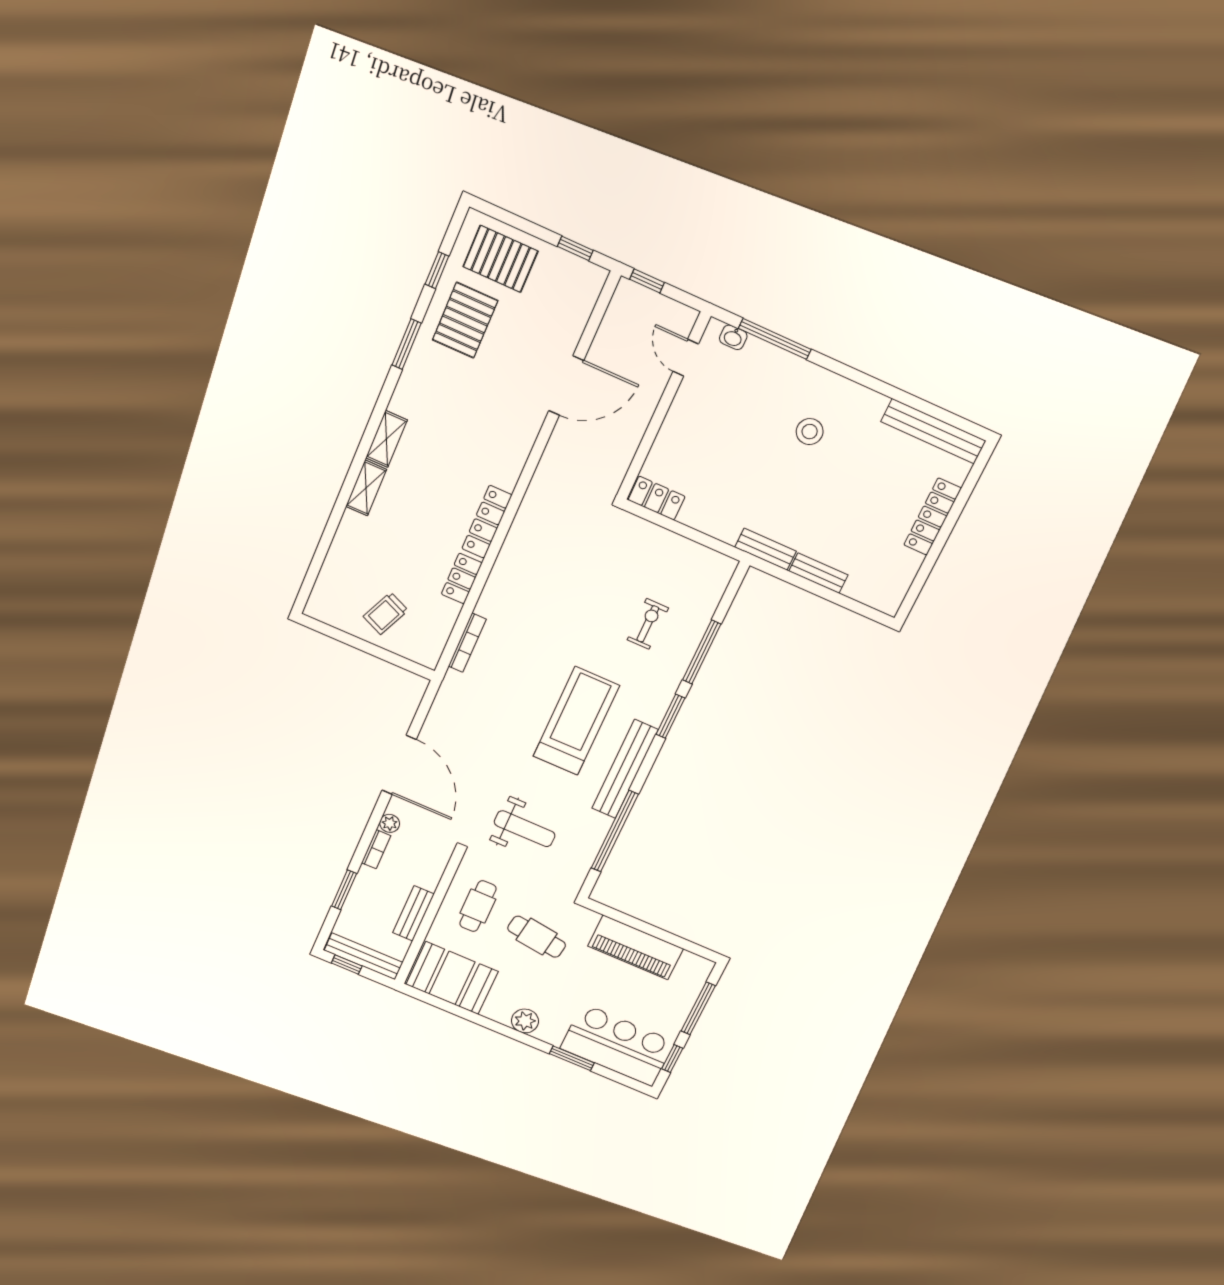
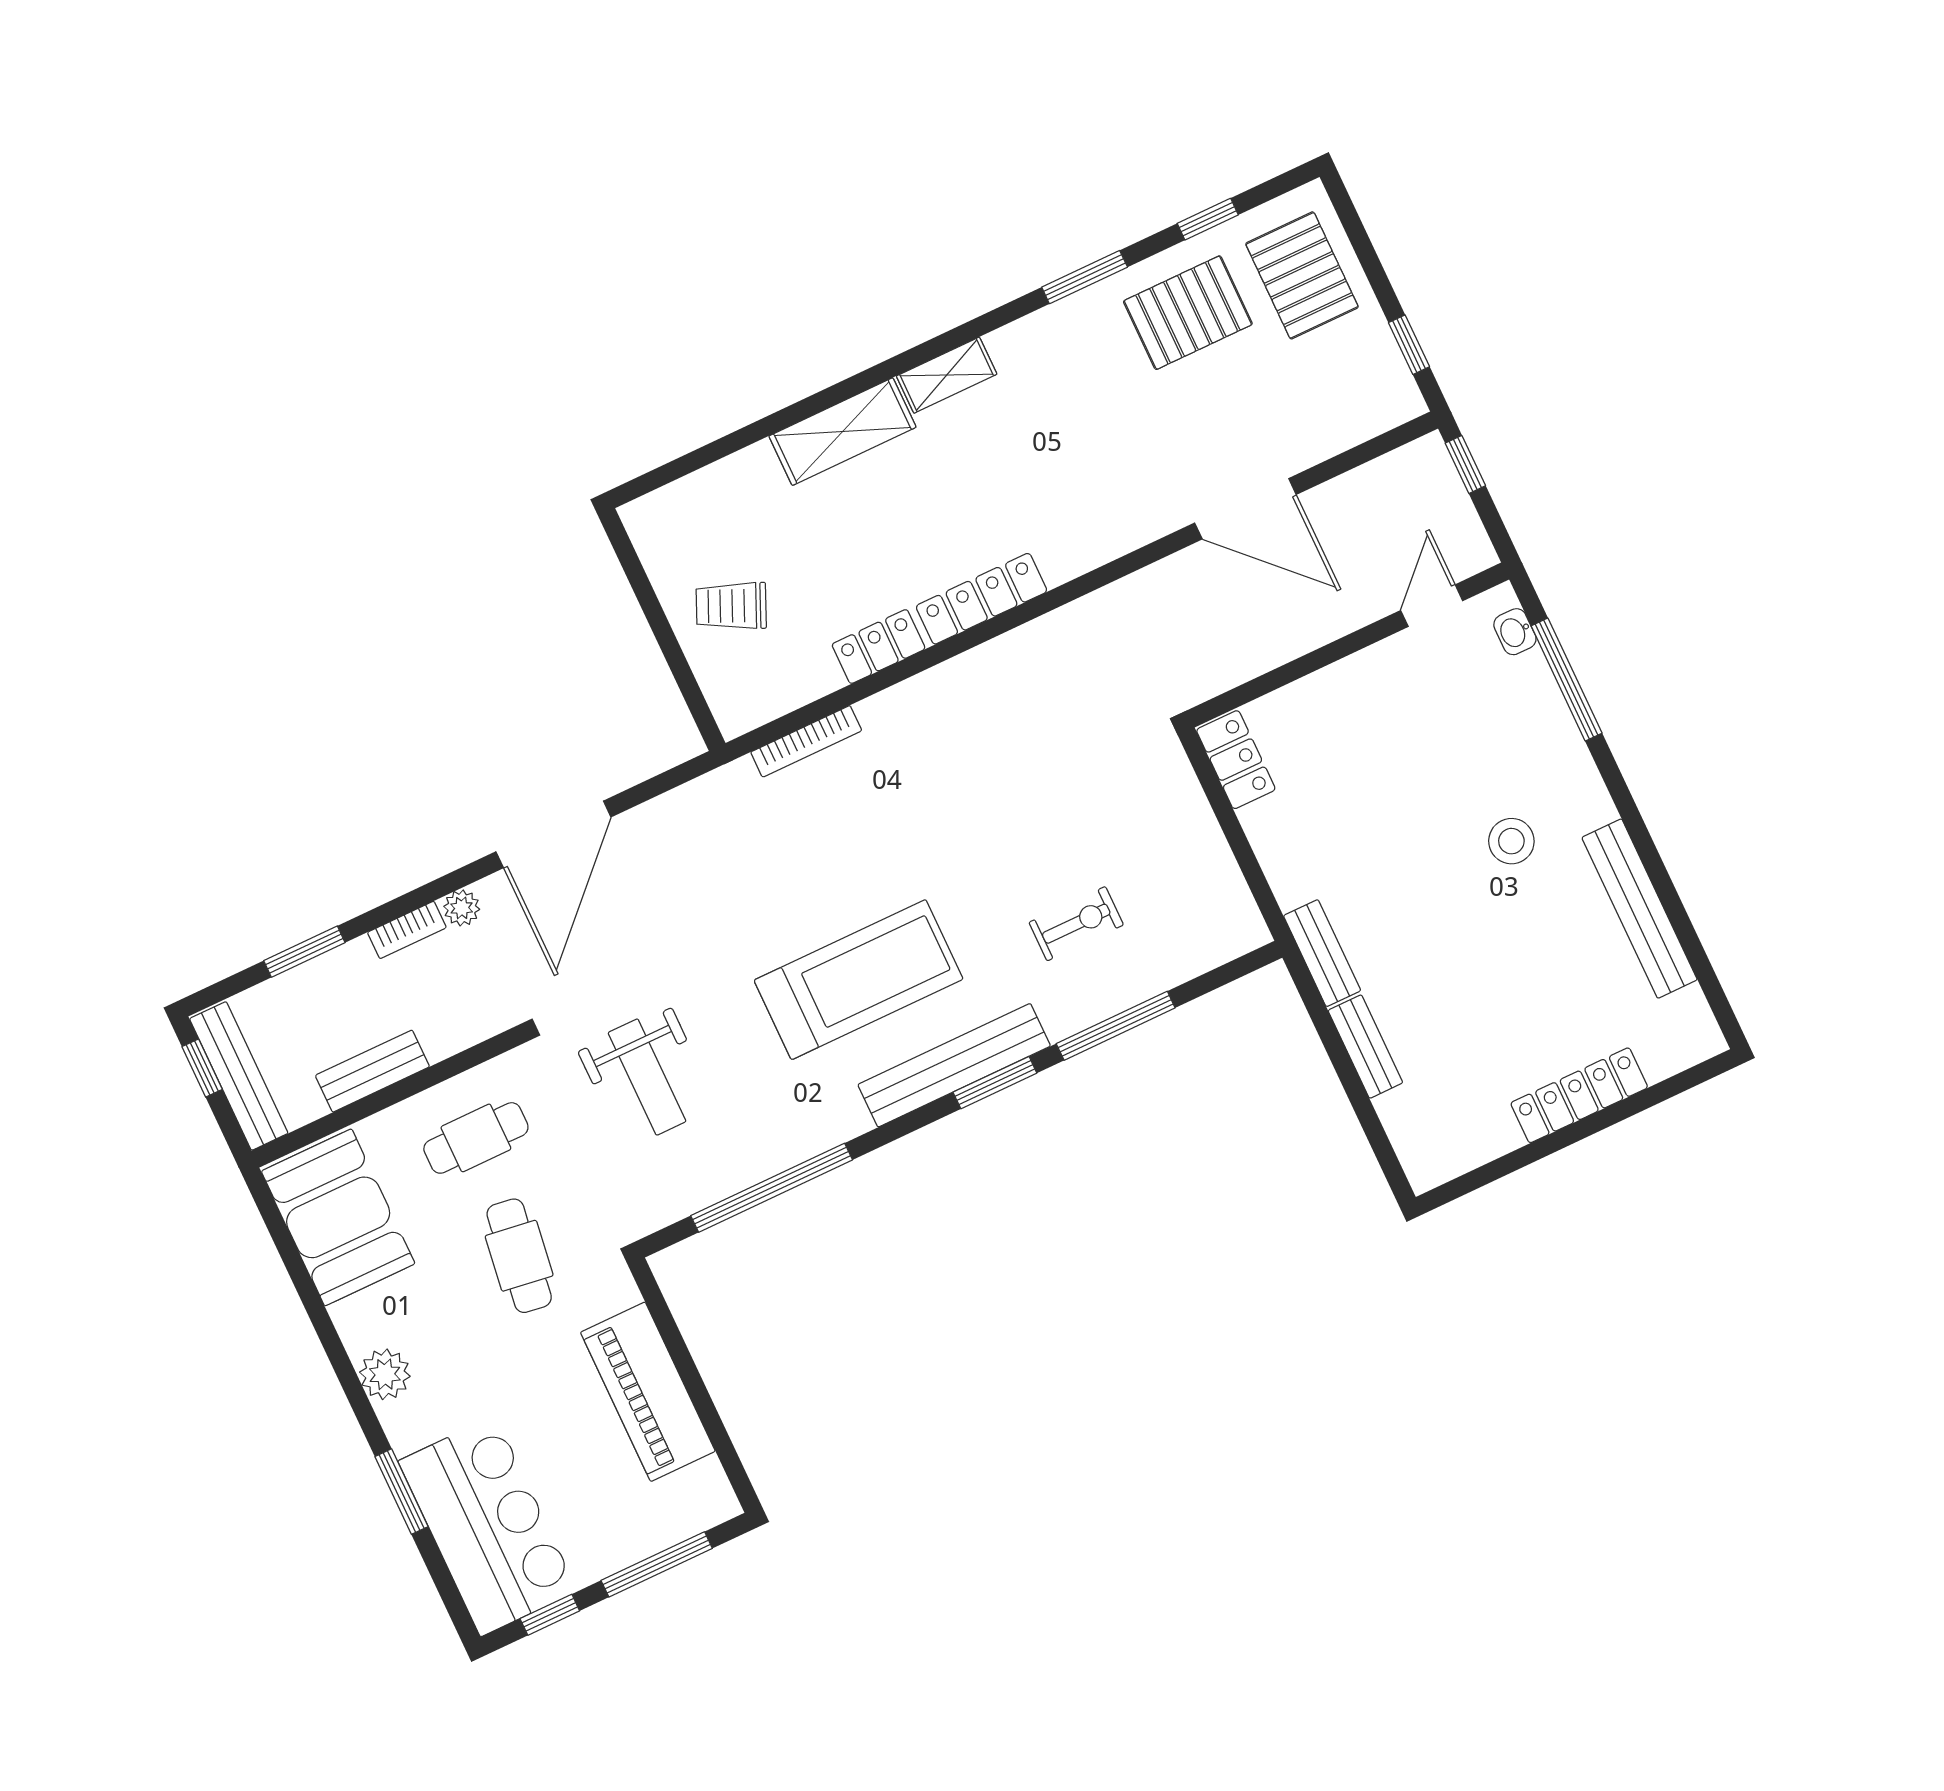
bench: (933, 431) -> (1640, 909), moved
shelving: (366, 488) -> (842, 432), width x1.50, depth x1.33
bench: (625, 769) -> (954, 1065), moved

